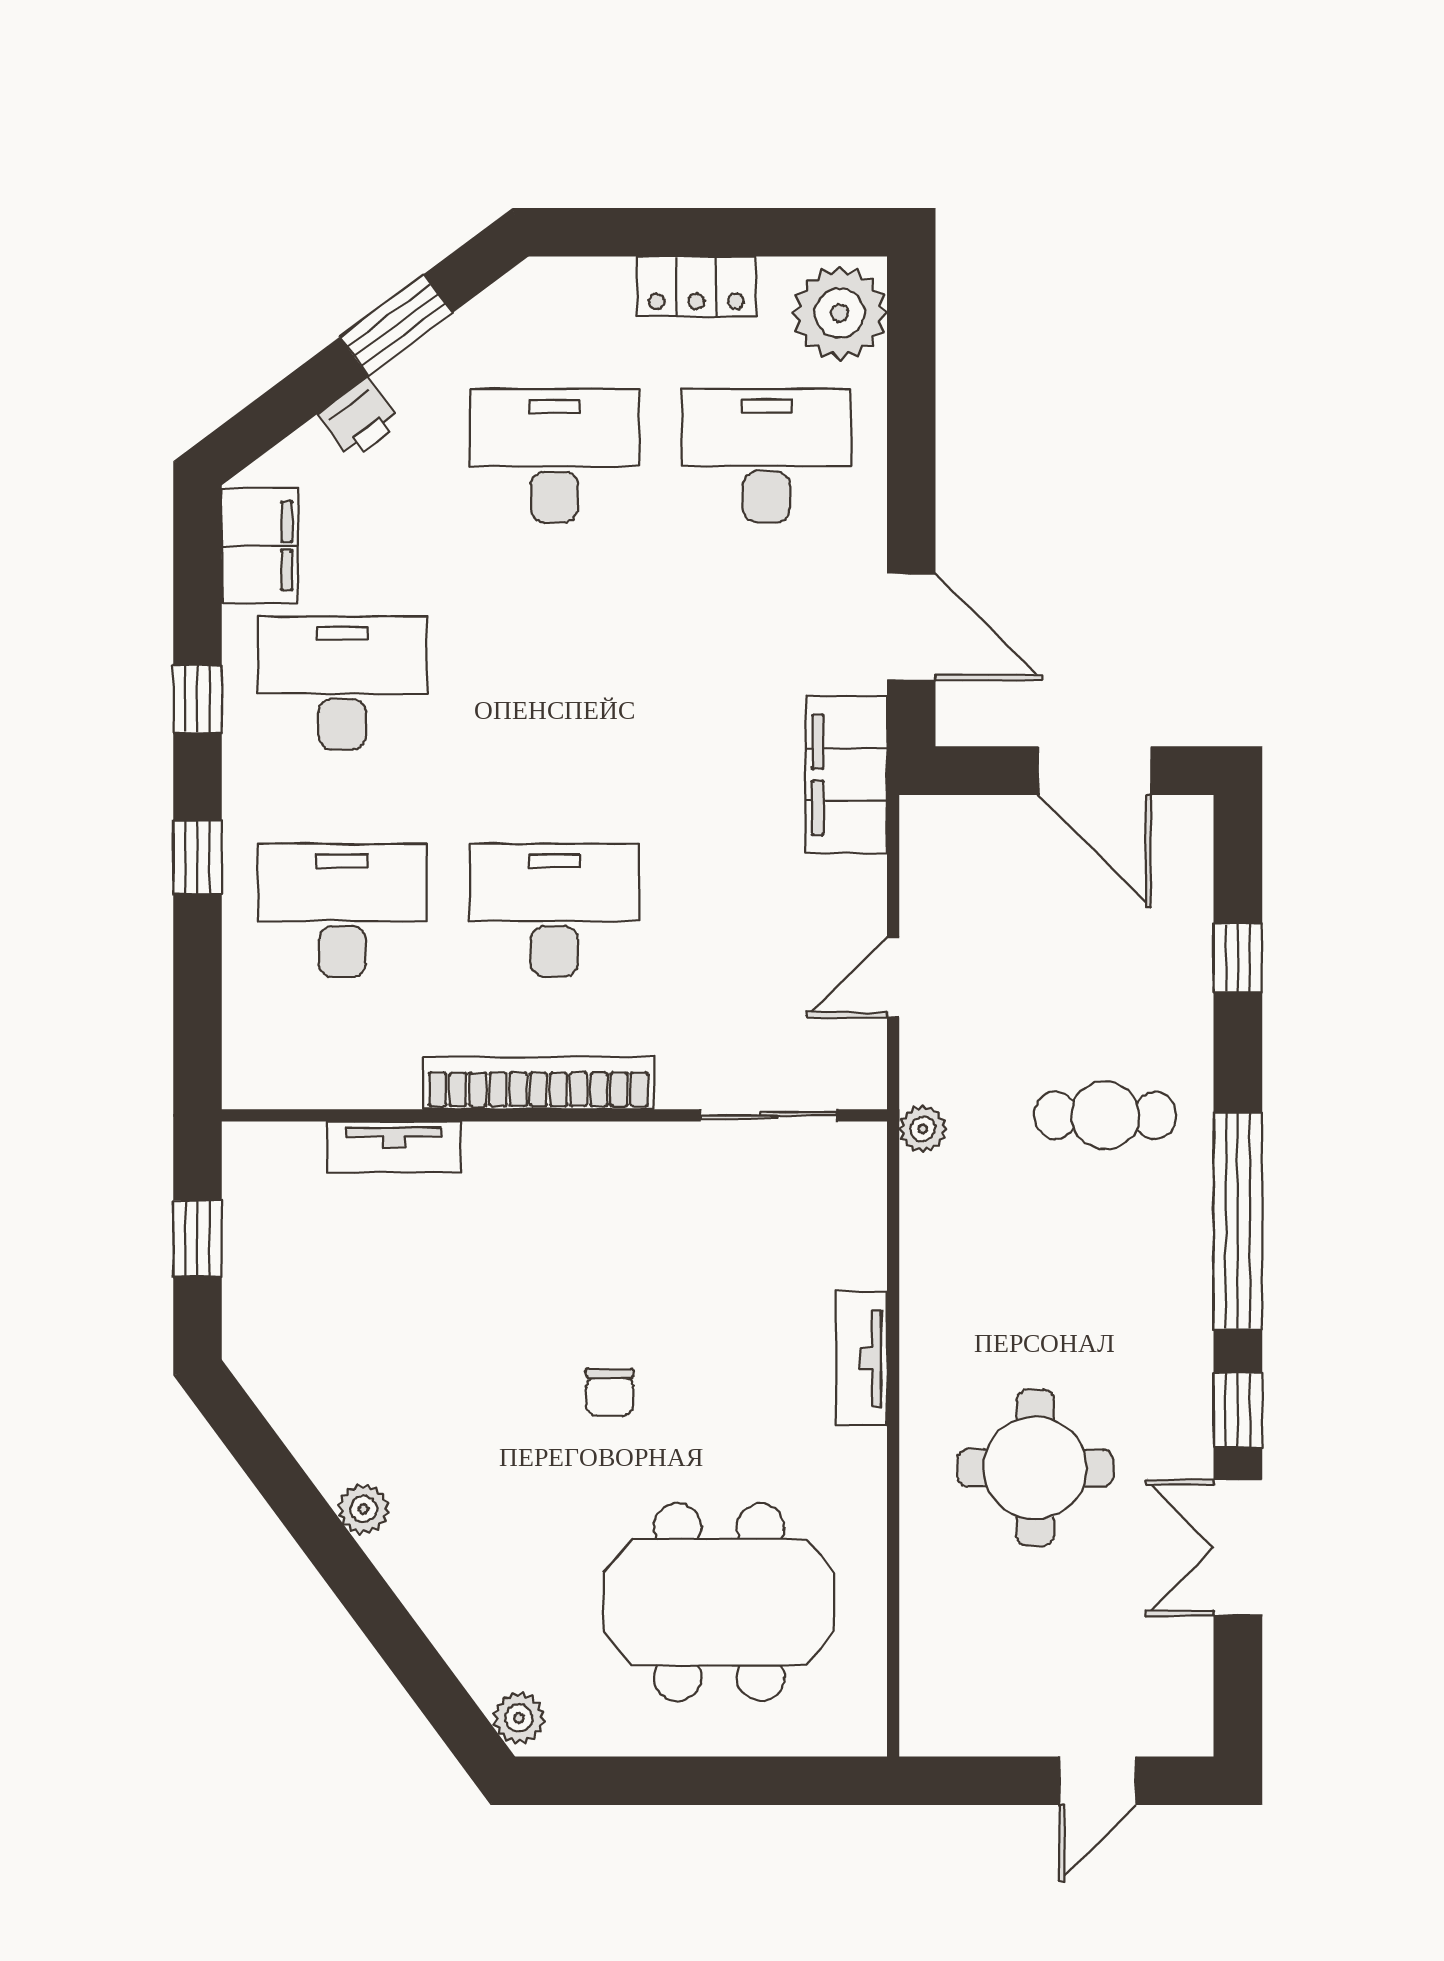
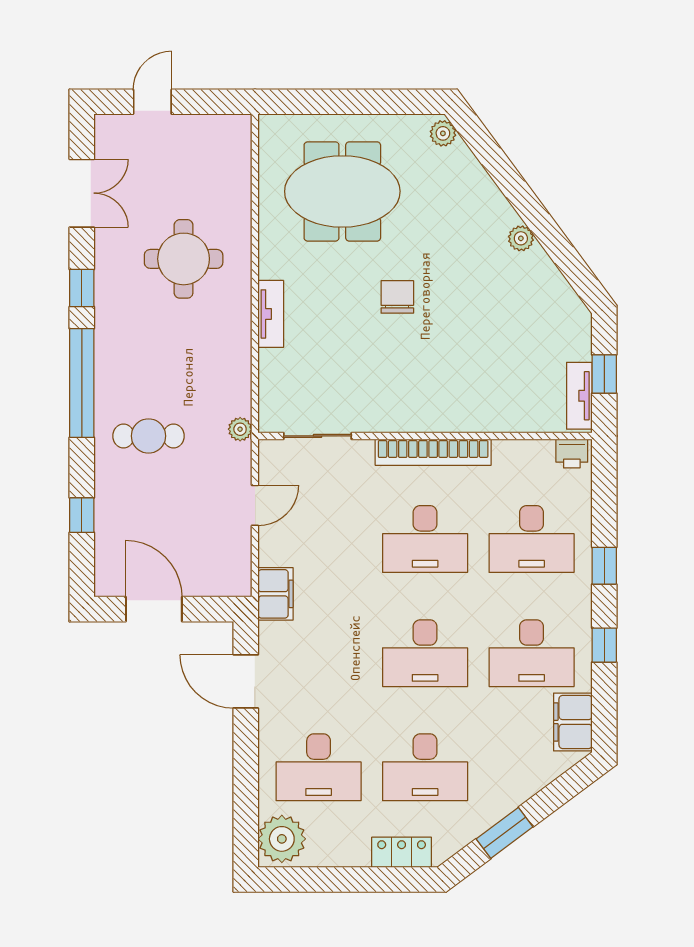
locker: (696, 286) -> (402, 852), moved
printer: (360, 418) -> (572, 453), moved, turned -143
desk: (554, 683) -> (425, 653), added
filing cabinet: (846, 775) -> (276, 594), width x0.67, depth x0.86
tv unit: (394, 1147) -> (579, 396), moved, turned -90
chair: (610, 1392) -> (397, 297), width x1.37, depth x1.37
double door: (1238, 1548) -> (82, 193), moved

